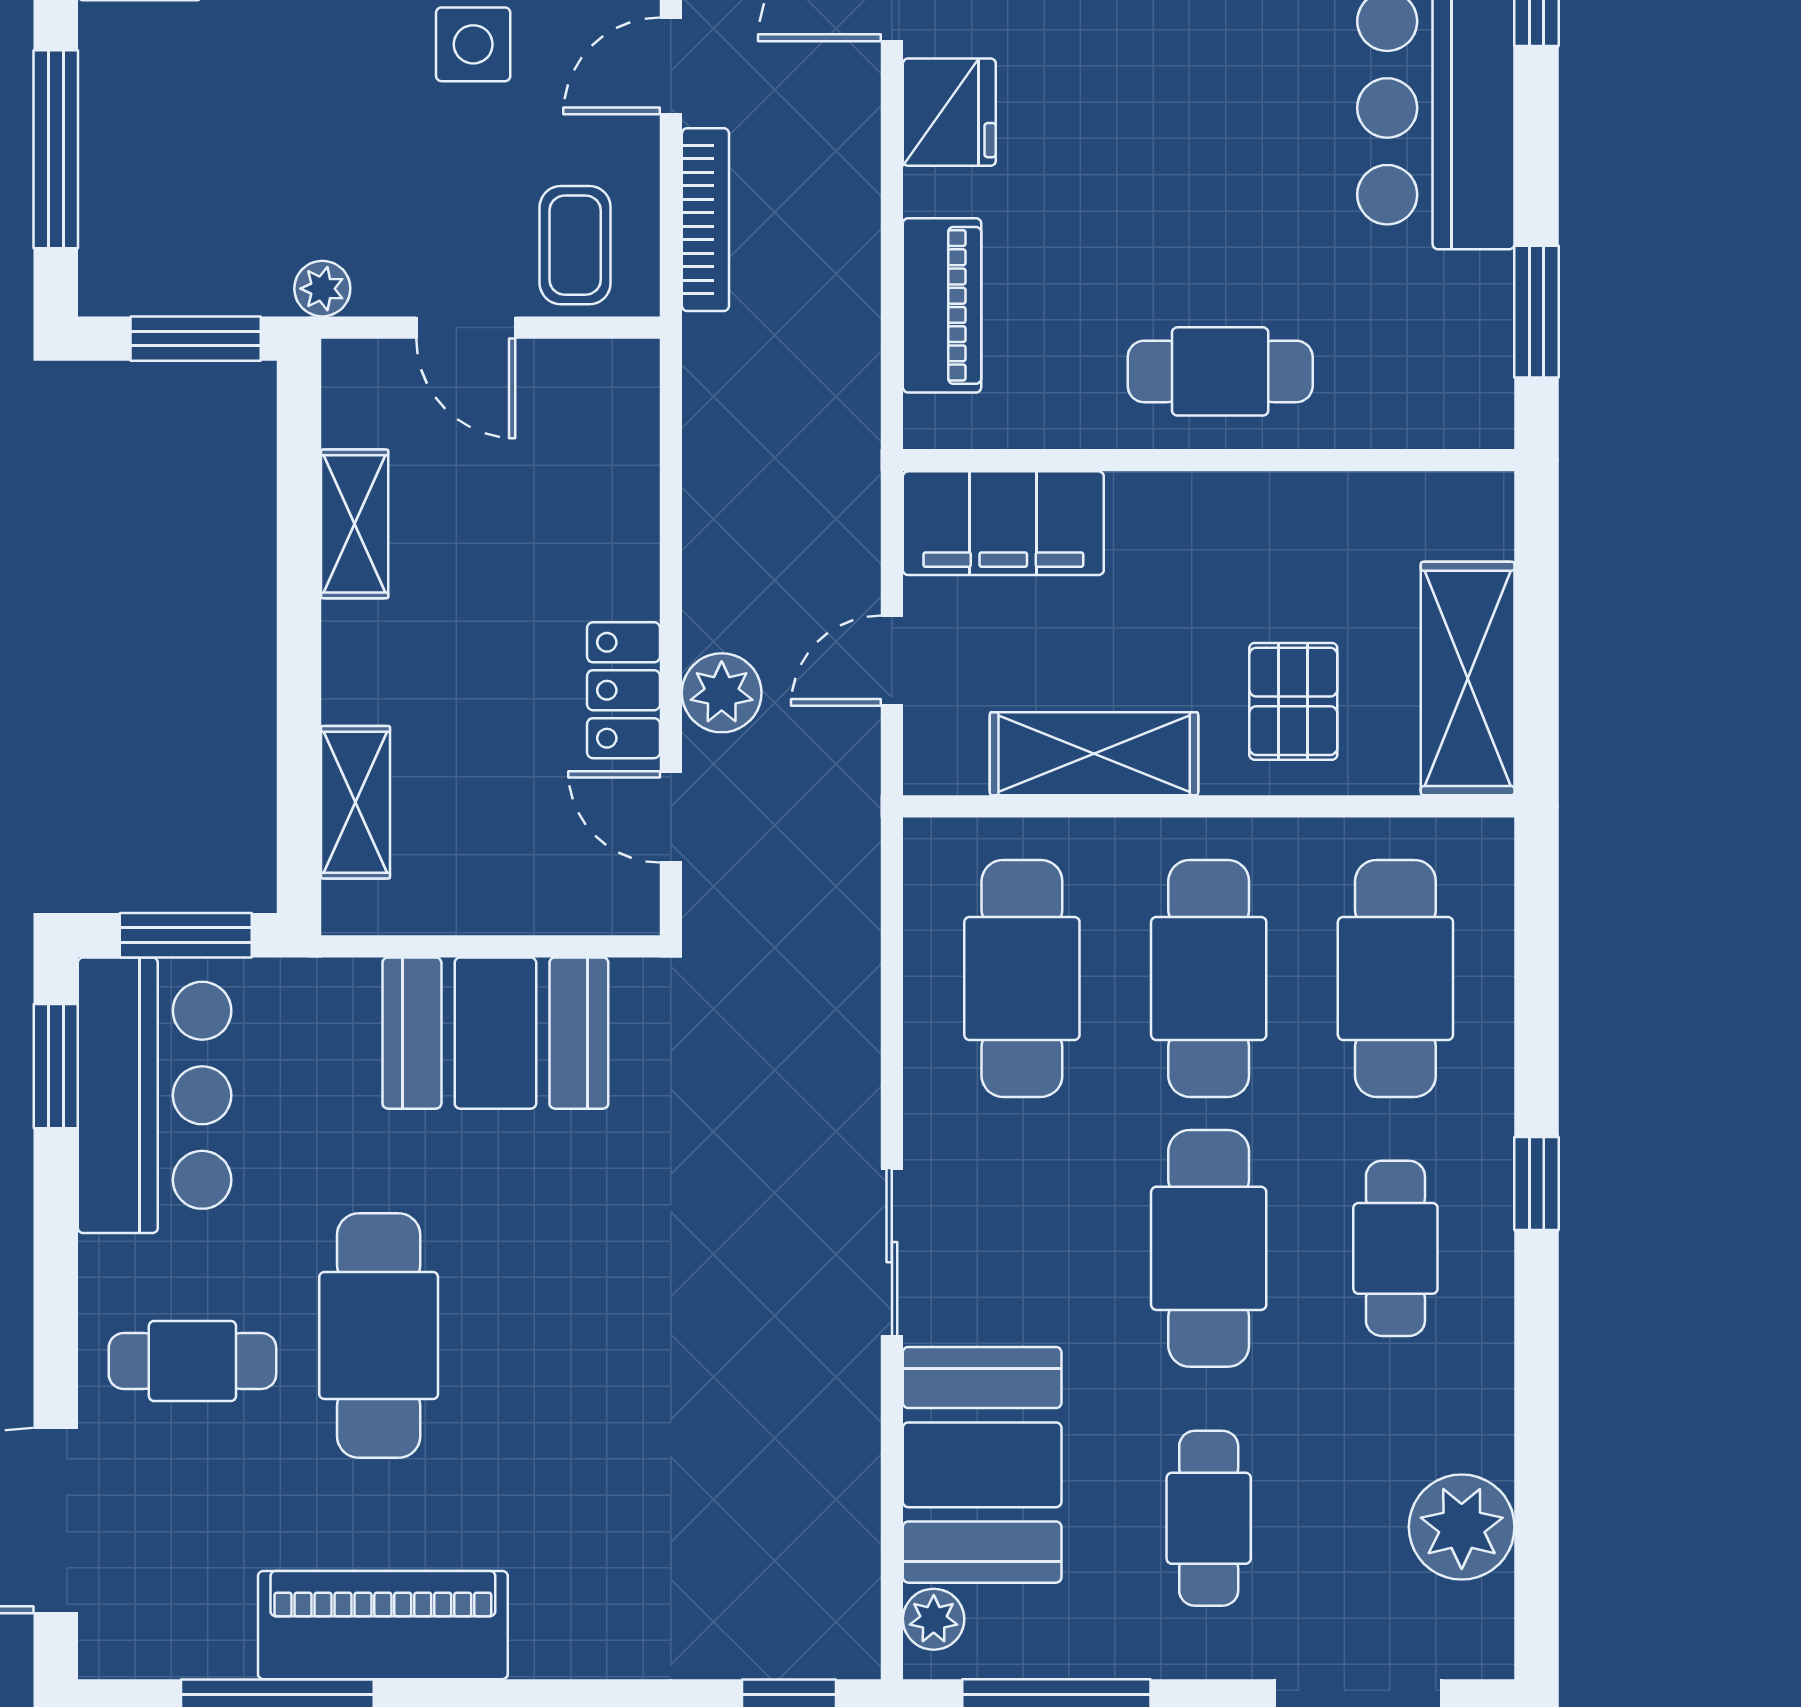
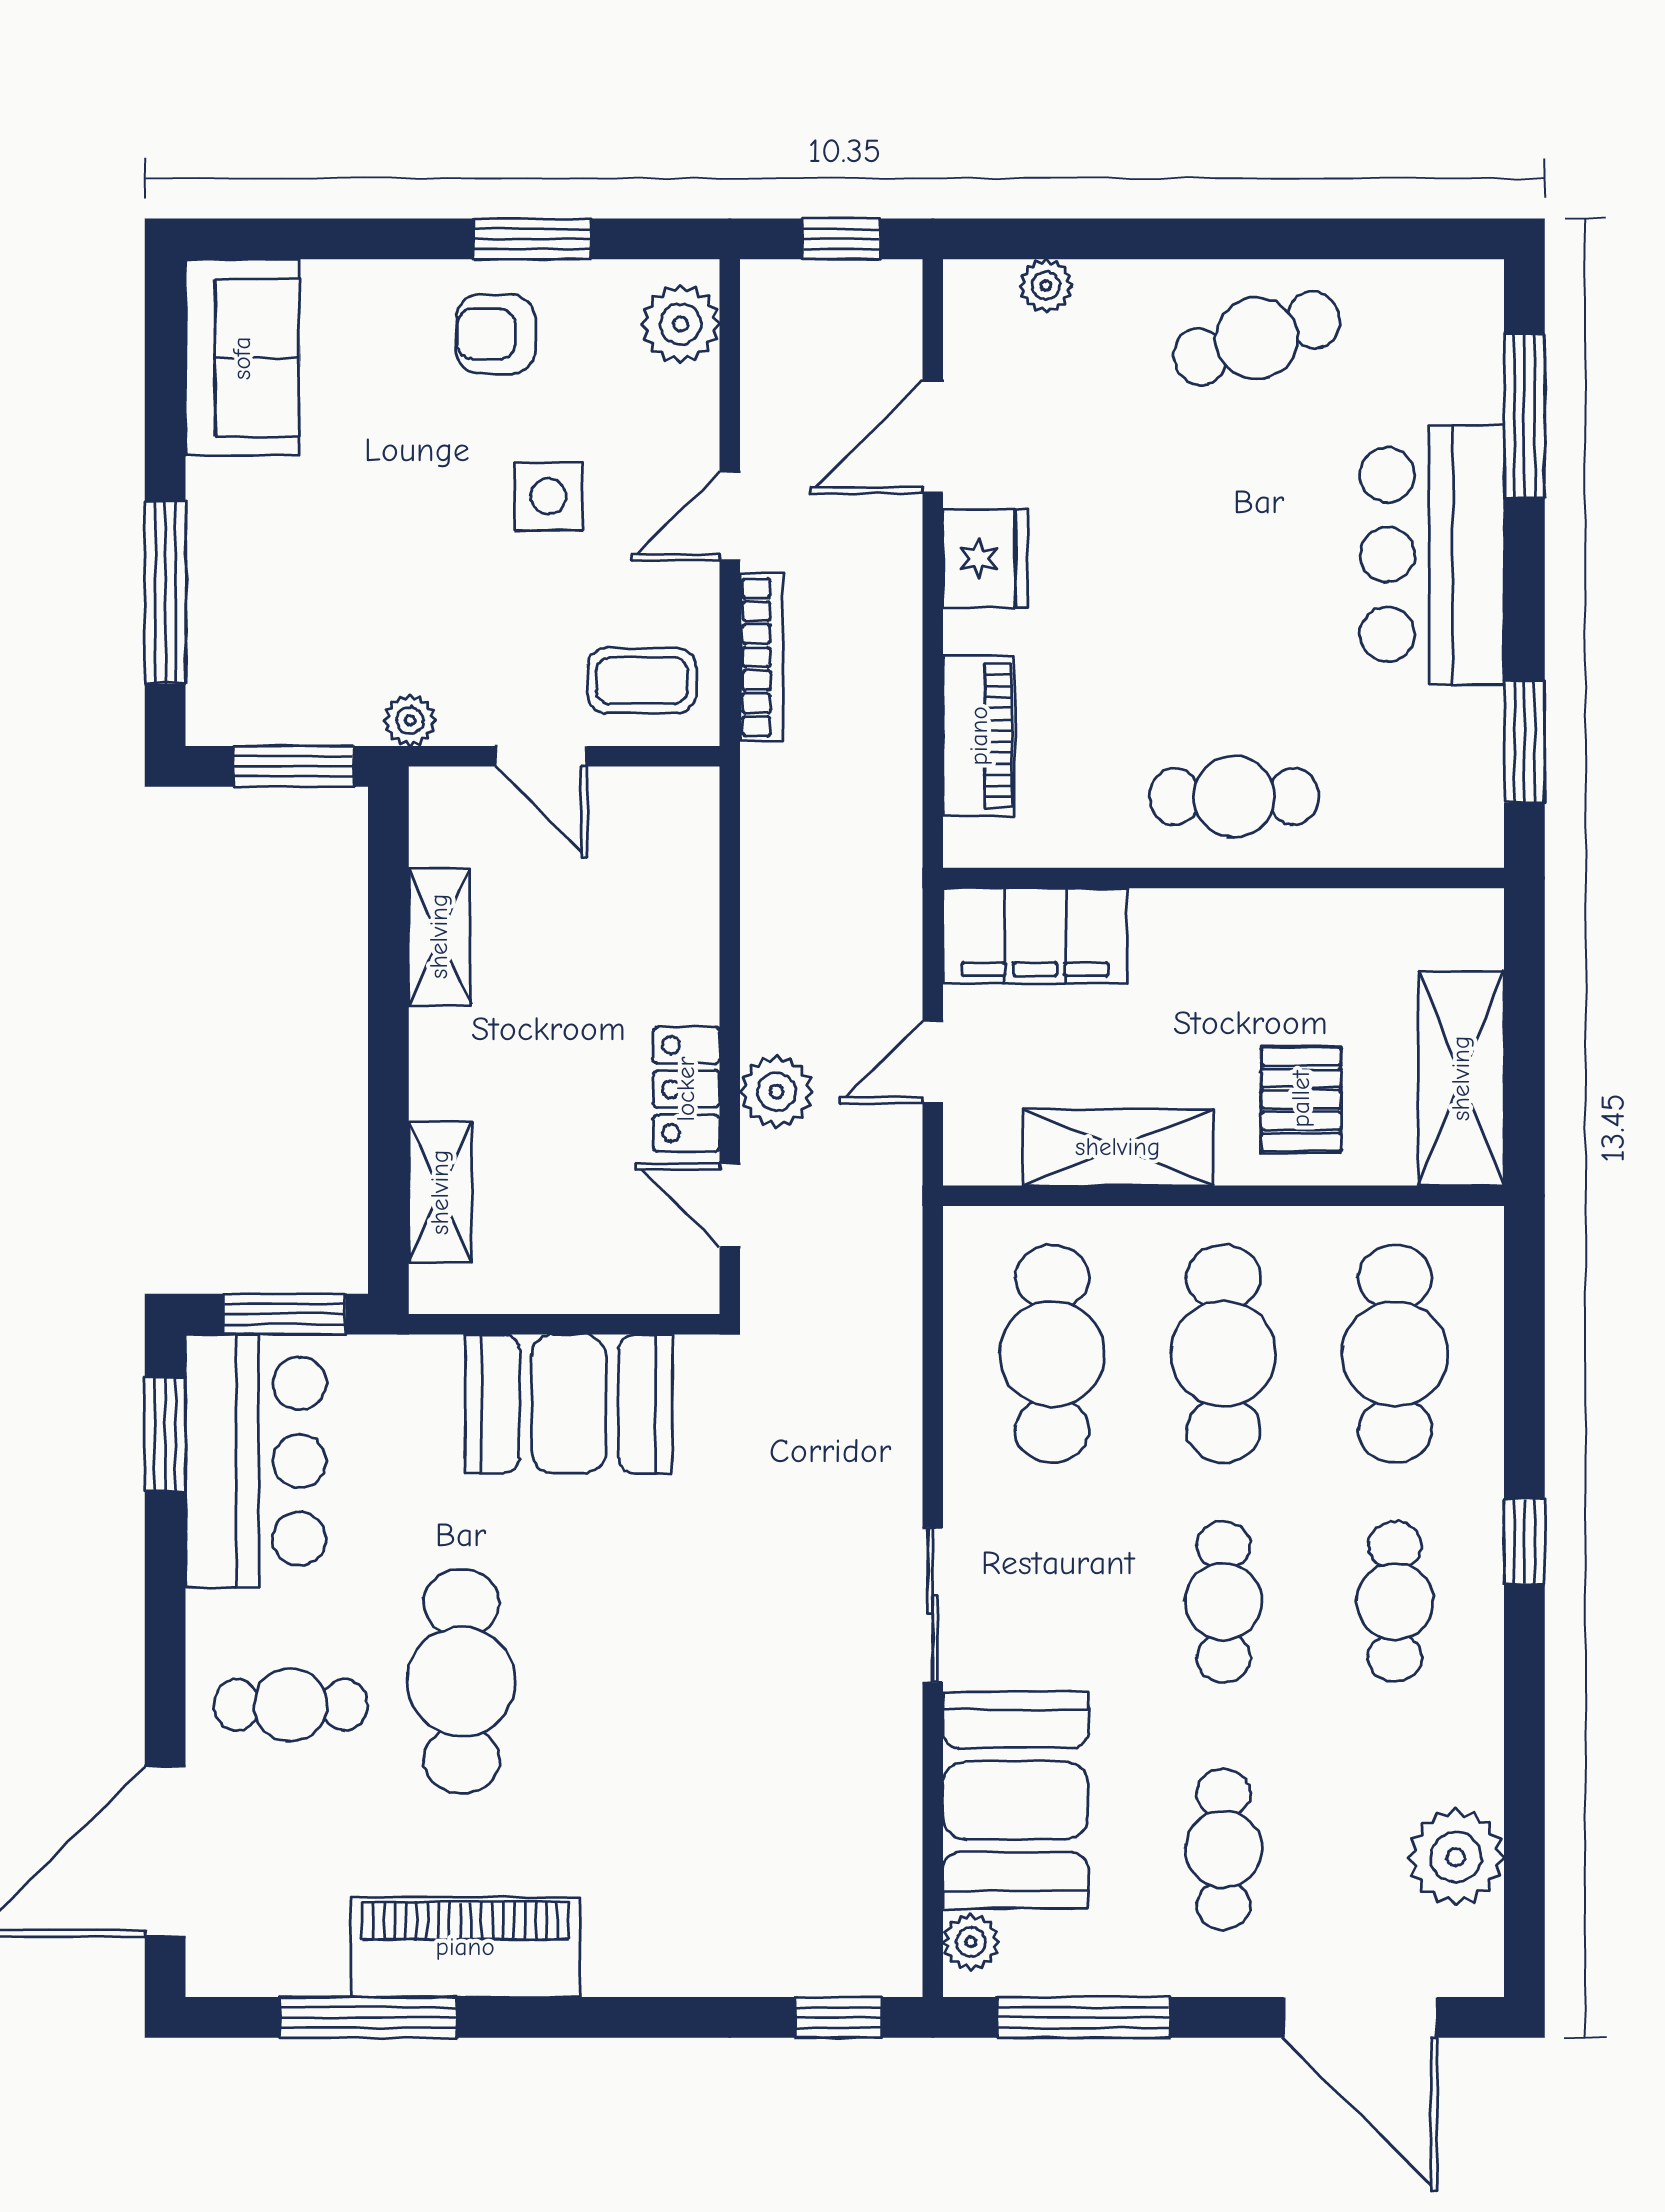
coffee table: (575, 245) -> (642, 681), turned 90
cafe table: (1209, 1248) -> (1223, 1601), width x0.73, depth x0.74

